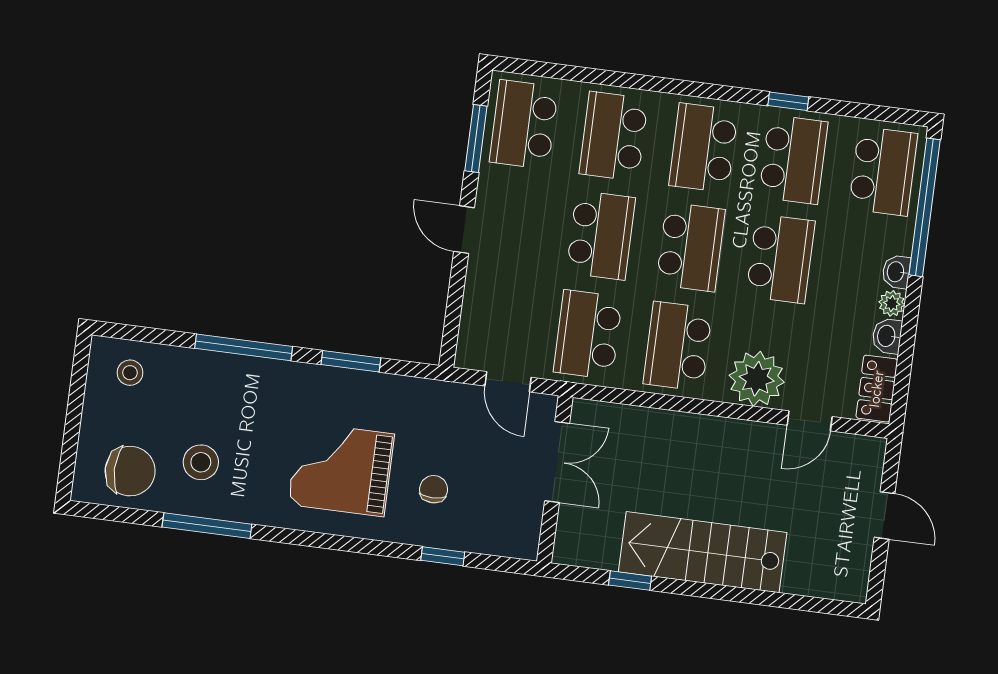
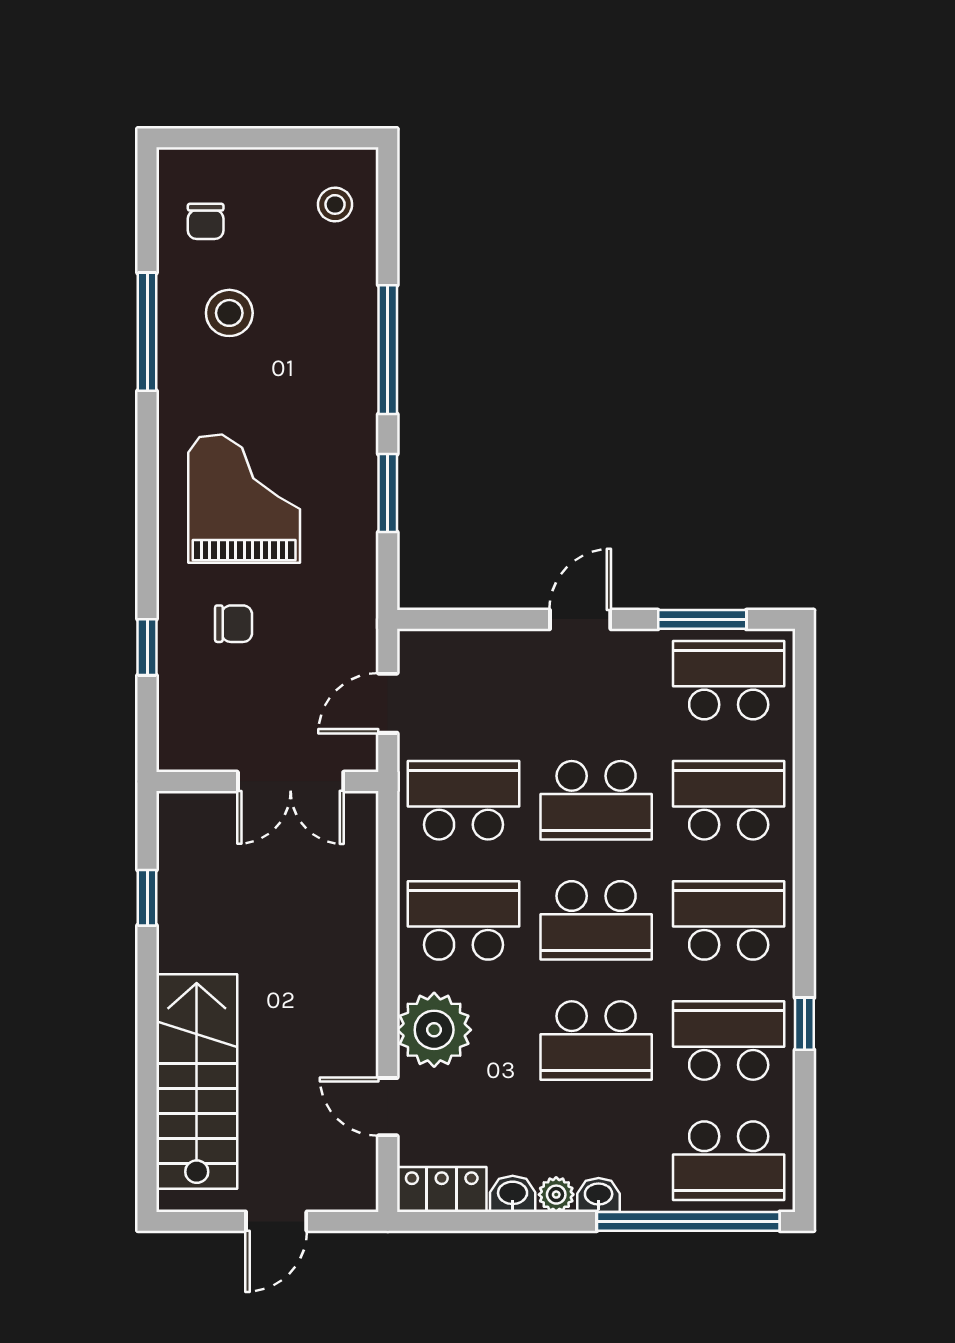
school desk: (793, 160) -> (729, 1041), turned 180
chair: (130, 471) -> (206, 221), width x0.54, depth x0.54
stairs: (703, 552) -> (197, 1081), moved

